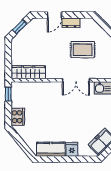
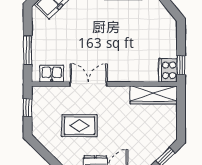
cooker: (18, 117) -> (168, 70), moved

